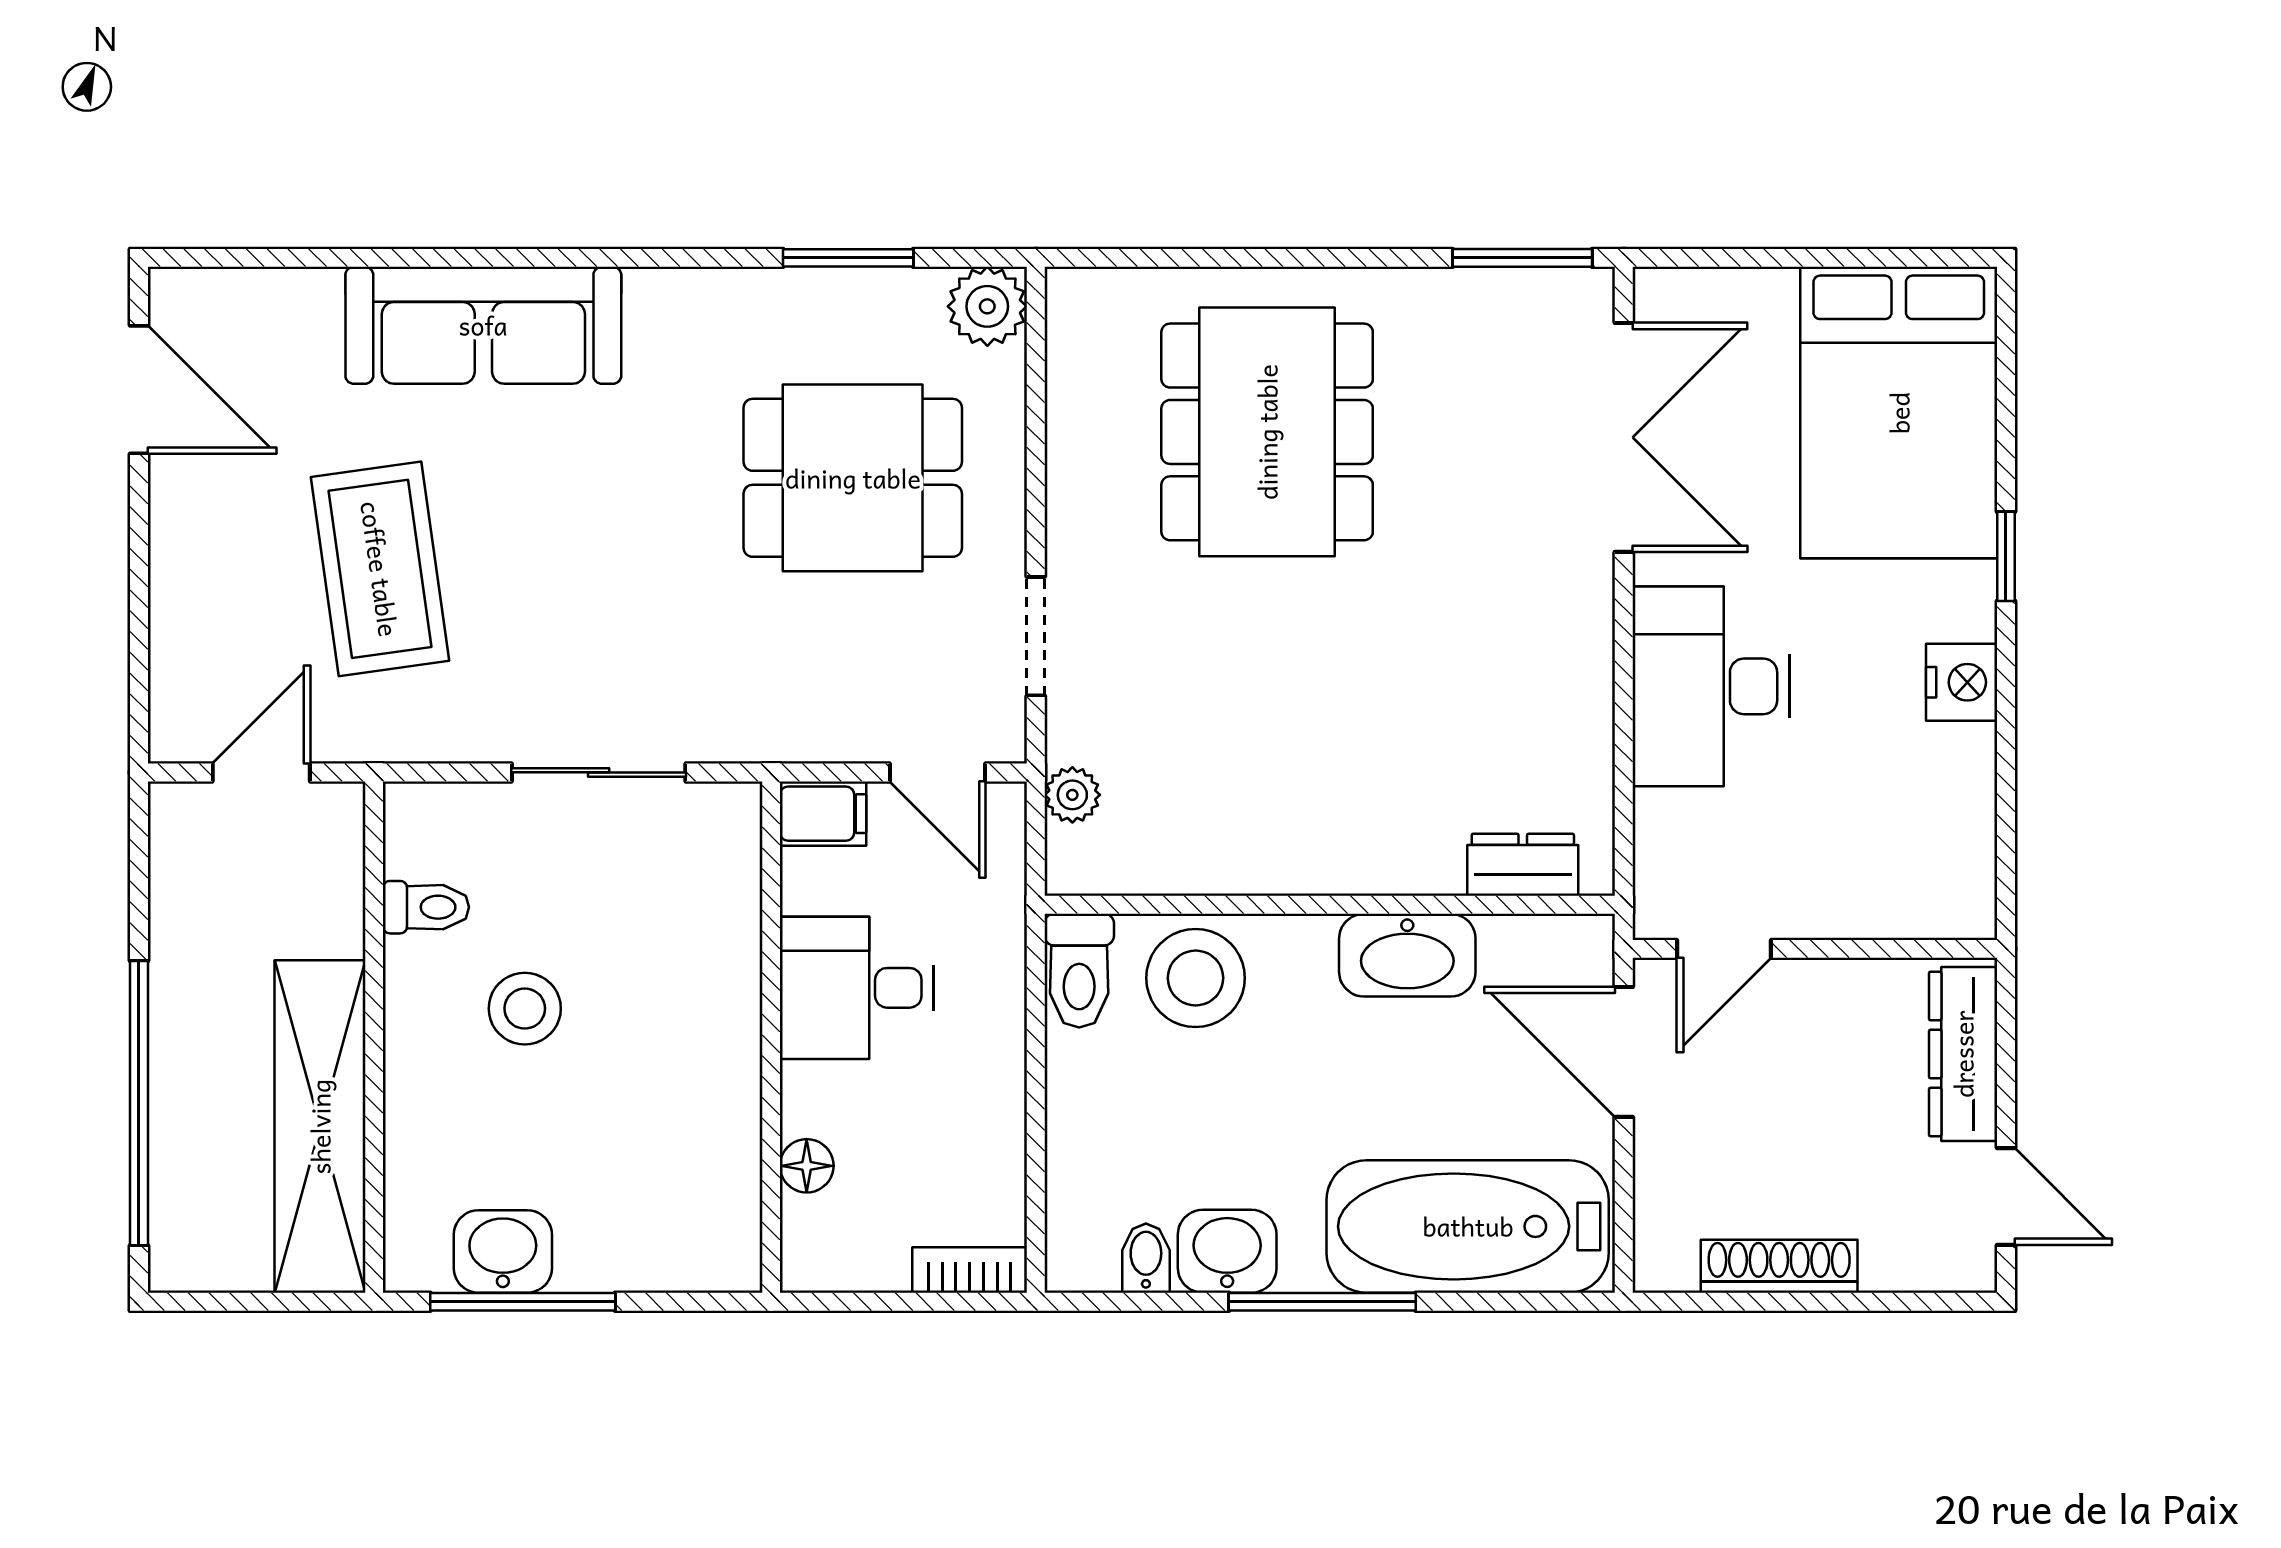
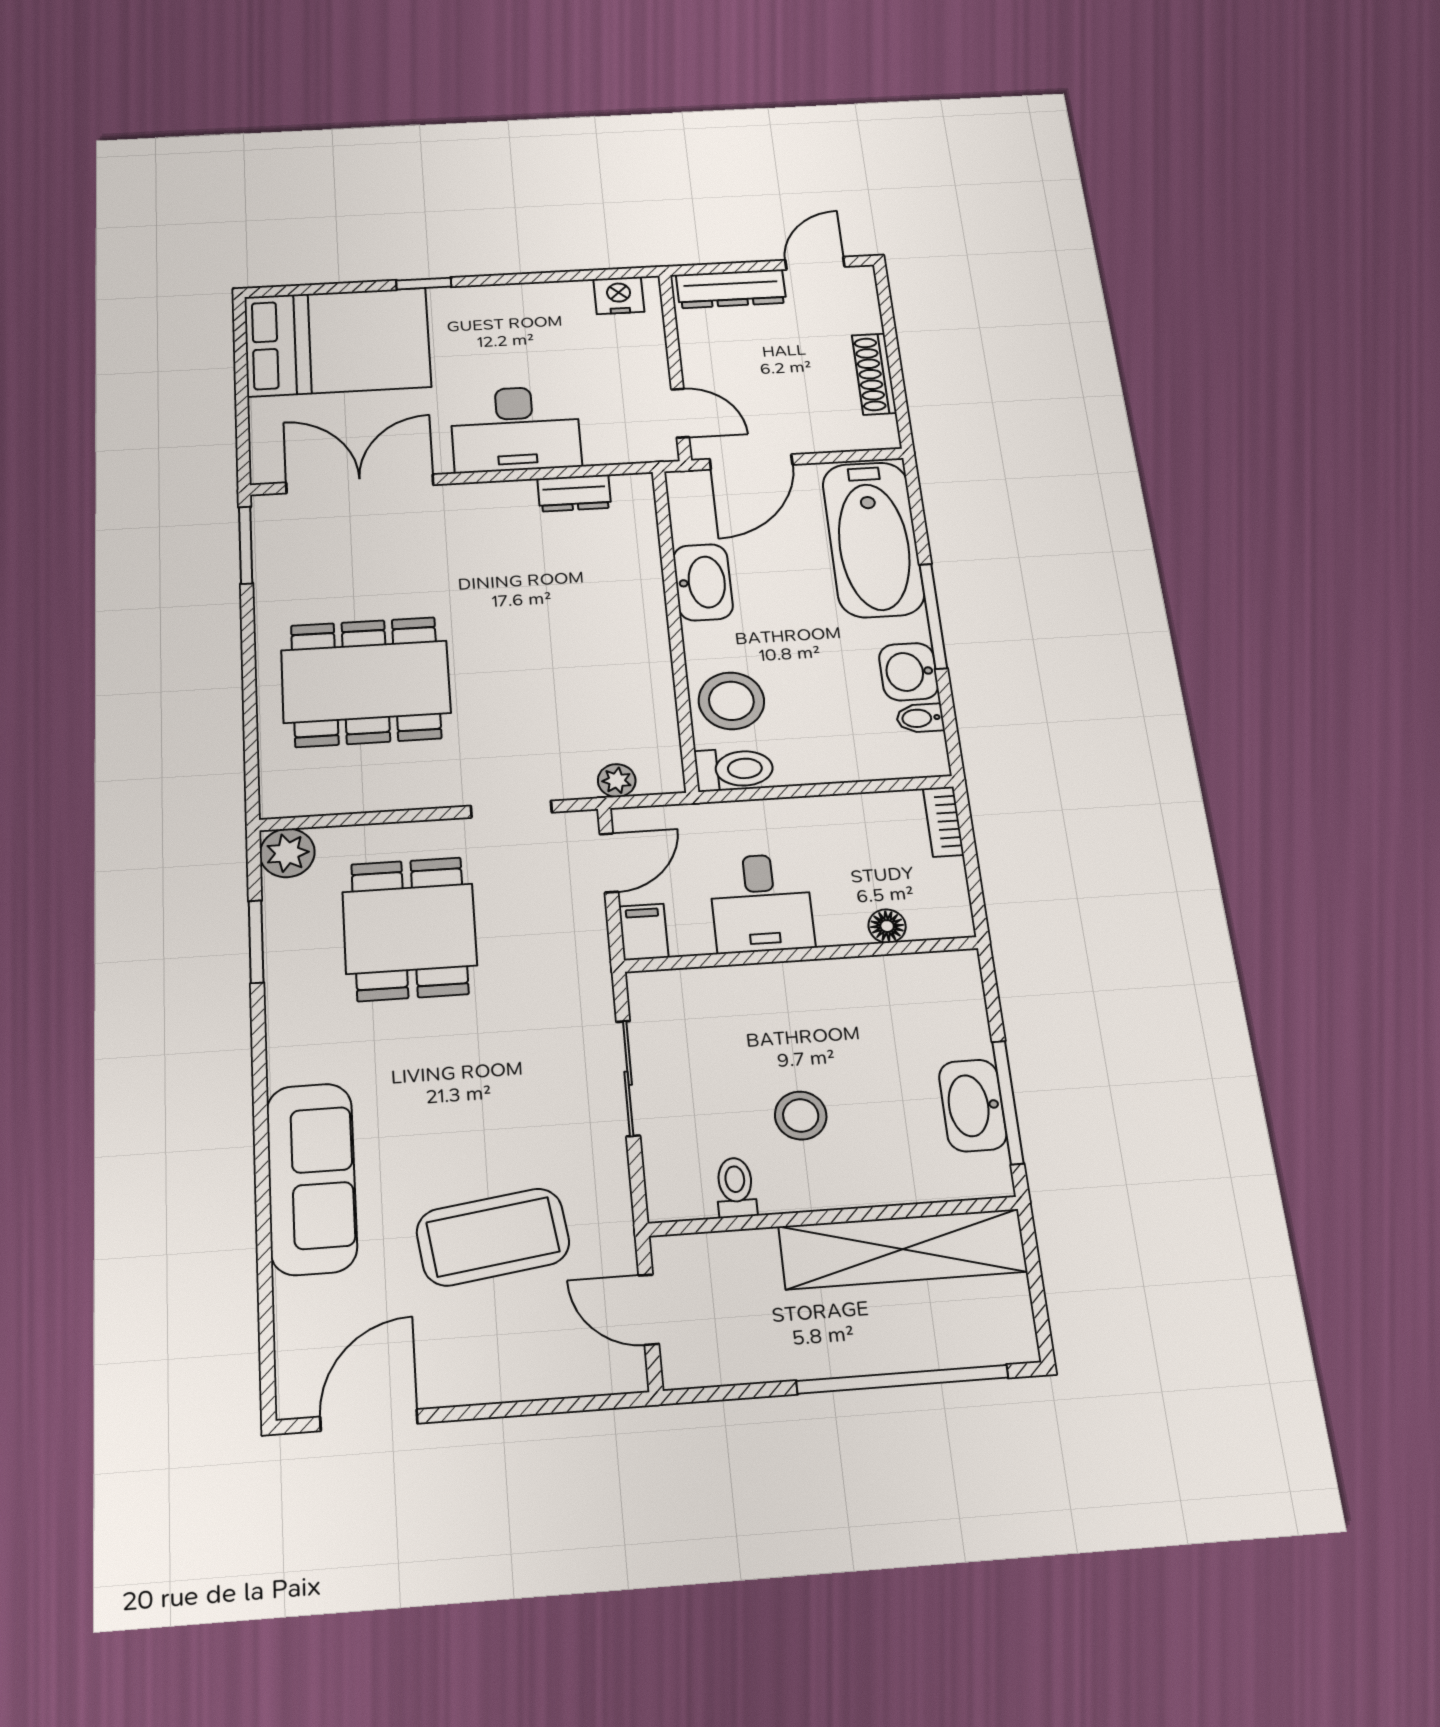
nightstand: (1962, 682) -> (619, 295), moved
dresser: (1523, 865) -> (574, 493), moved, turned -90
washbasin: (503, 1251) -> (973, 1105), width x1.38

